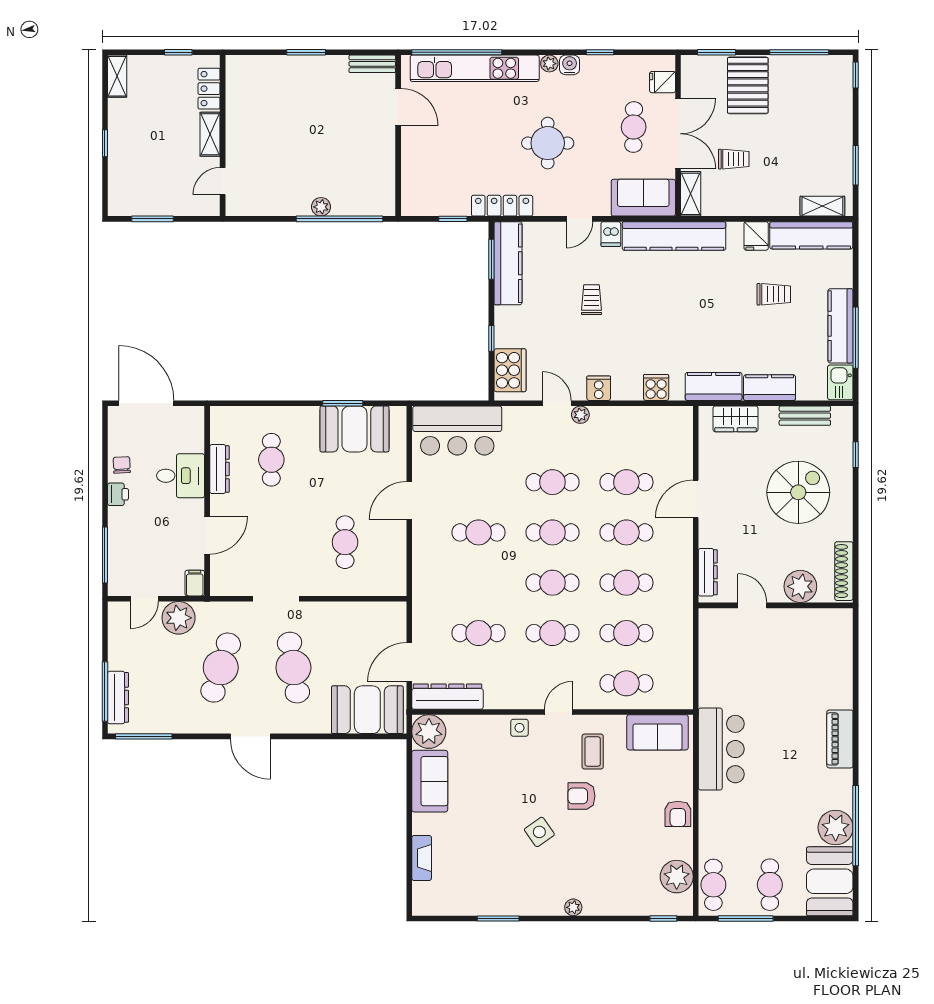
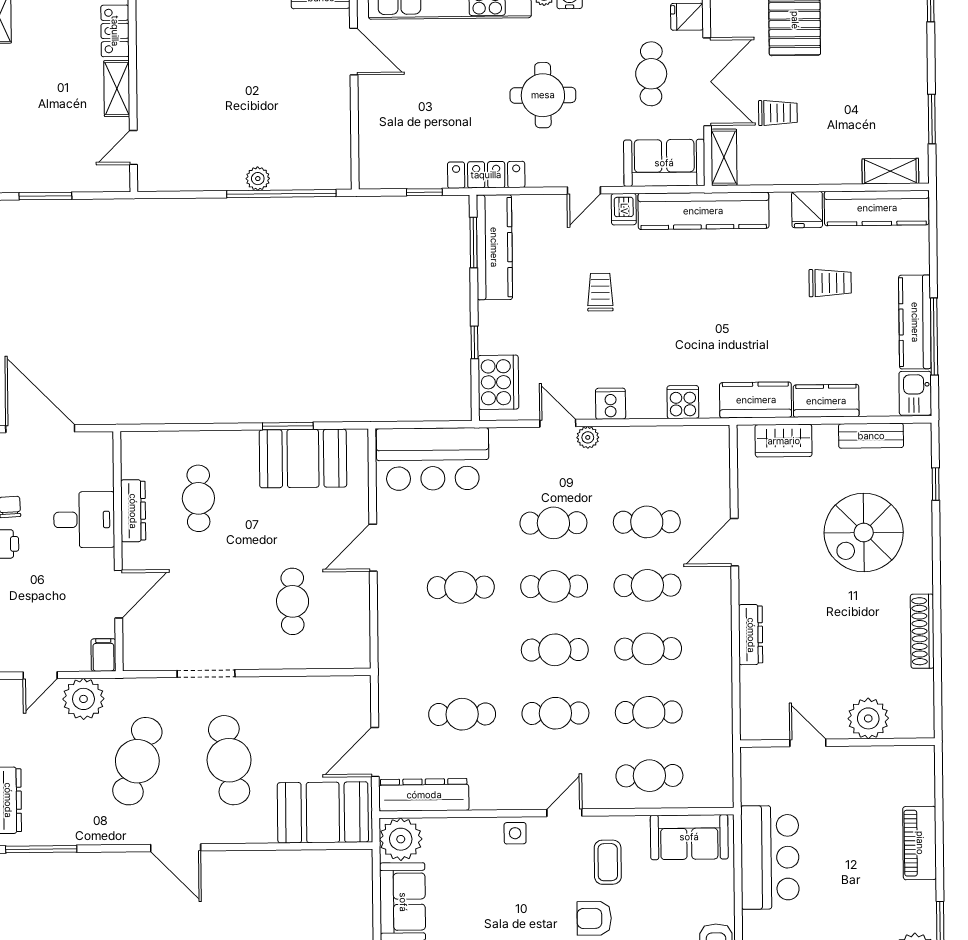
spiral stairs: (798, 492) -> (864, 532), turned 180
plant: (800, 586) -> (868, 718), moved
door: (752, 605) -> (808, 743), moved
wall: (776, 605) -> (837, 743), moved

